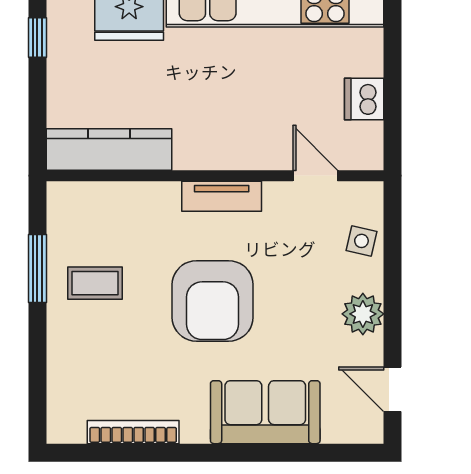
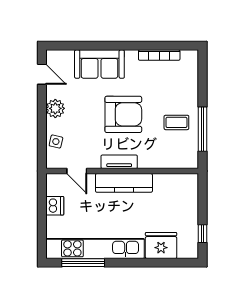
kitchen counter: (109, 149) -> (124, 183), moved
window: (37, 268) -> (203, 129), width x1.44
armchair: (213, 301) -> (123, 114), turned 90

